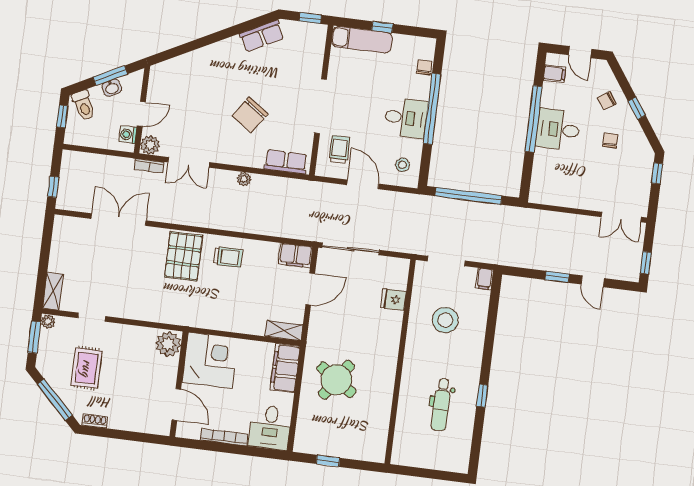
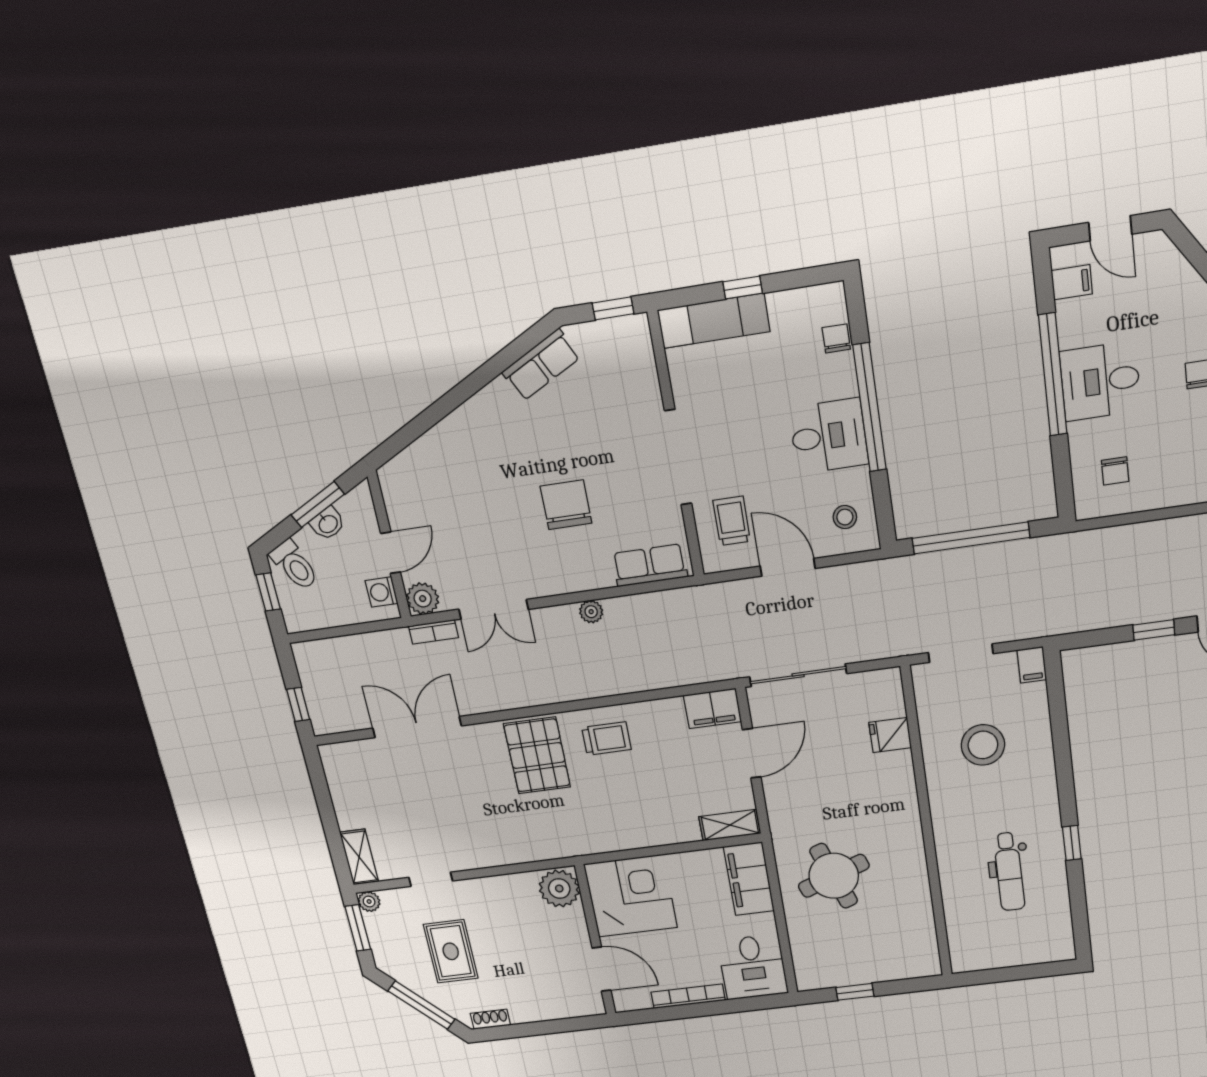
chair: (607, 101) -> (1115, 471), moved, turned -56
chair: (250, 115) -> (566, 505), turned 145
round table: (336, 380) -> (834, 876), turned 36

